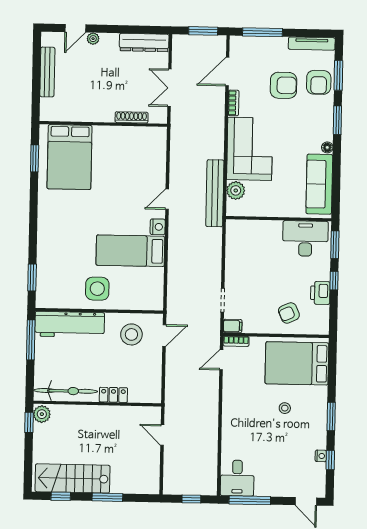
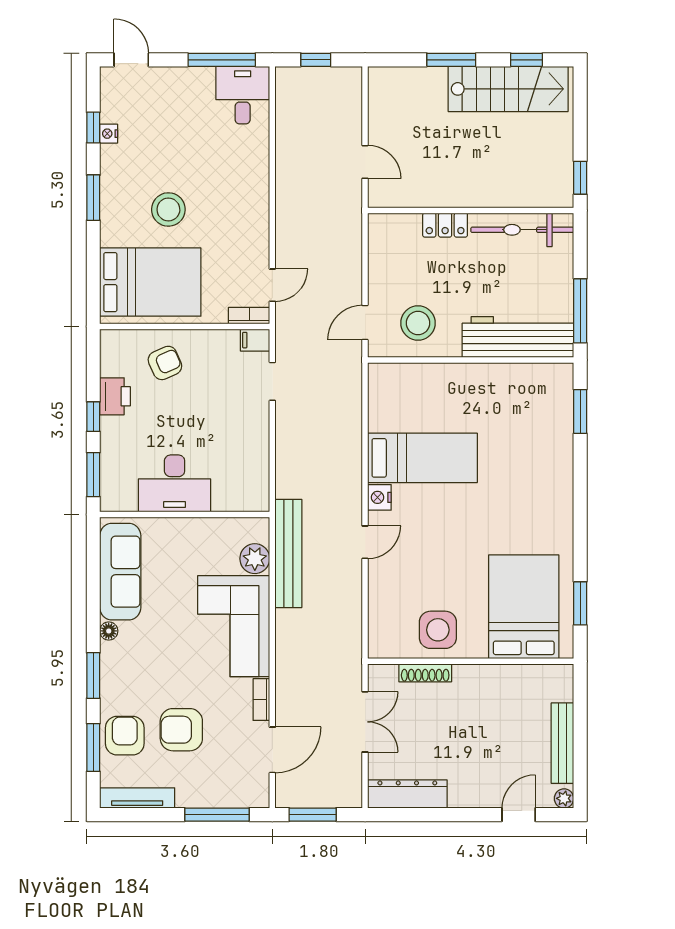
plant: (93, 39) -> (564, 798), moved
desk: (305, 239) -> (175, 483), moved
side table: (97, 289) -> (438, 630), moved
stool: (285, 408) -> (168, 209), width x1.89, depth x1.89
plant: (42, 414) -> (560, 192), removed

